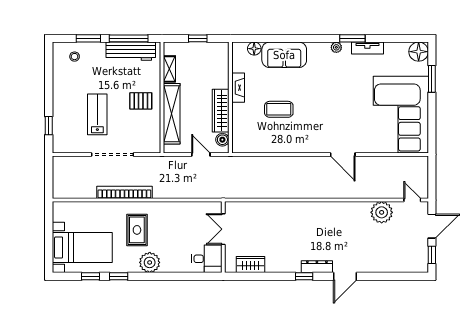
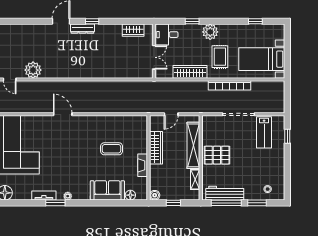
pallet: (141, 101) -> (217, 155), width x1.50, depth x1.42
lab bench: (97, 114) -> (264, 132), moved
boiler: (222, 140) -> (155, 195), moved
door: (201, 154) -> (171, 114), hinge flipped
wardrobe: (176, 210) -> (190, 72), added
bed with nightstands: (82, 247) -> (262, 59), moved
window: (119, 276) -> (192, 21), moved

